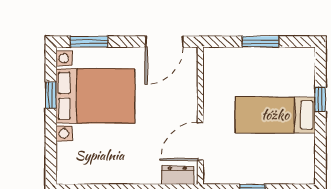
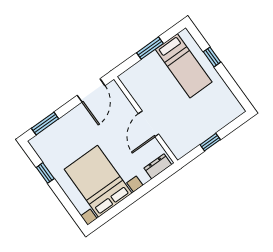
bed with nightstands: (95, 96) -> (98, 181), moved, turned -90
bed: (275, 115) -> (184, 66), moved, turned -90
door: (200, 141) -> (149, 124), moved

